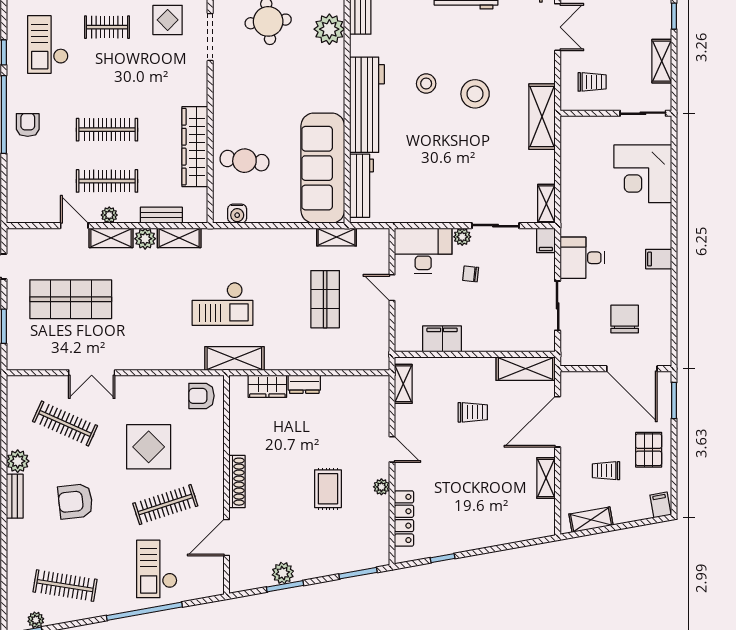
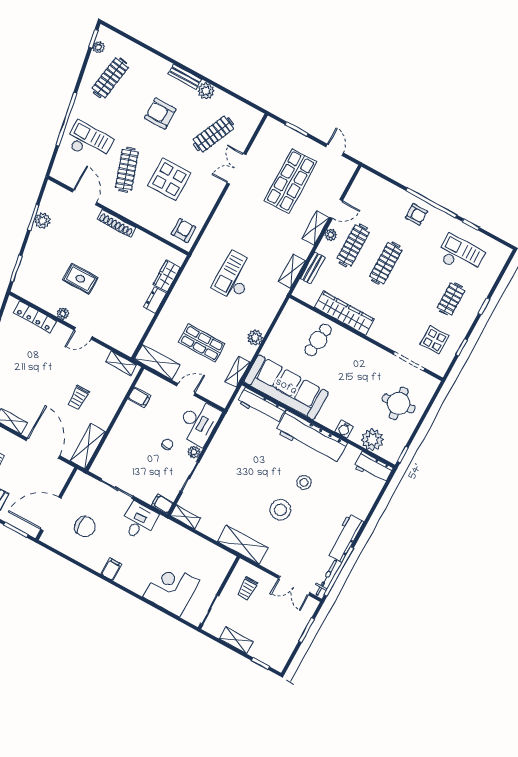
water cooler: (237, 214) -> (344, 429), moved, turned -90
plant: (145, 239) -> (255, 338), moved
filing cabinet: (442, 339) -> (139, 397), width x0.50
shelving: (234, 358) -> (157, 362), moved, turned 90
armchair: (75, 501) -> (160, 114), turned -84

